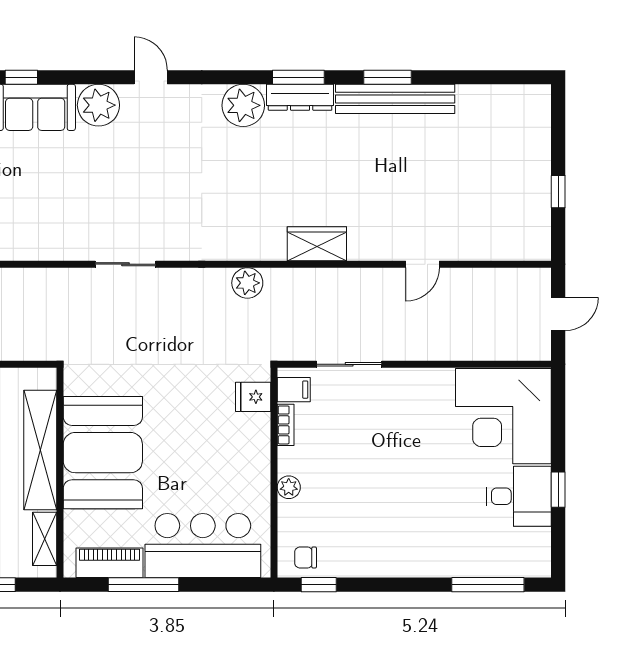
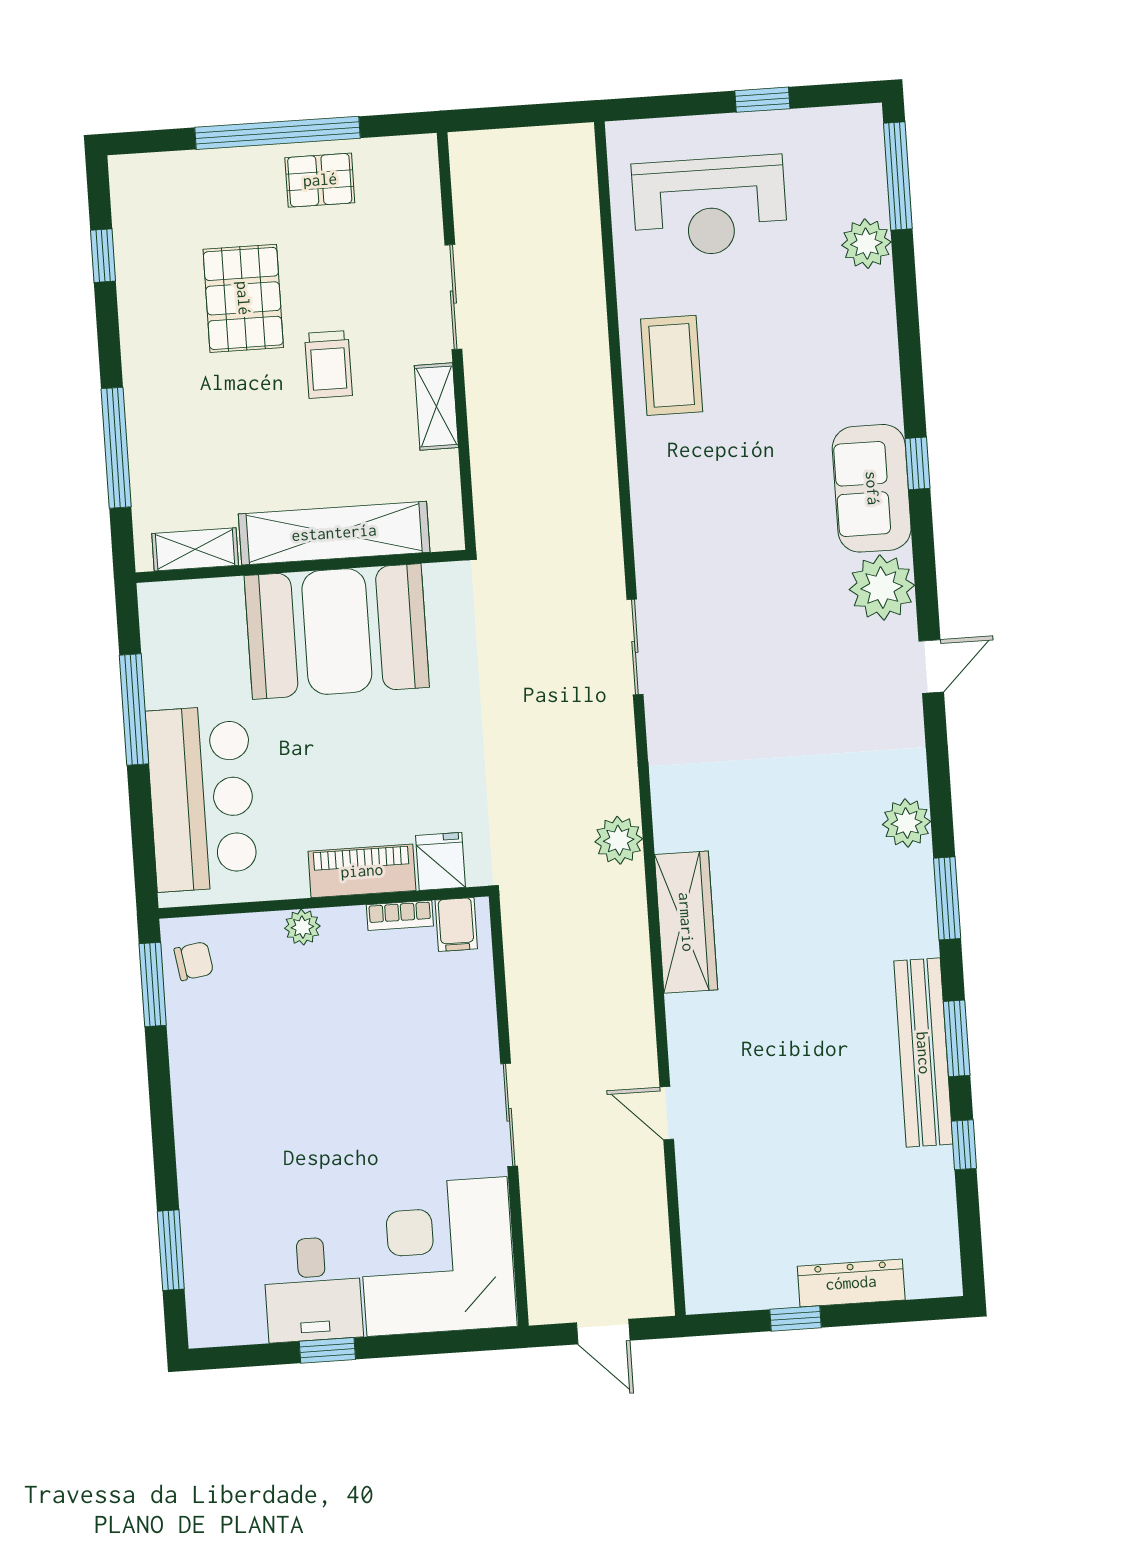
window: (455, 77) -> (964, 1145), added
dresser: (300, 97) -> (851, 1283), moved, turned 90
plant: (243, 105) -> (906, 823), width x0.73, depth x0.73
wardrobe: (317, 244) -> (686, 922), width x1.50
sliding door: (349, 364) -> (509, 1115), moved
chair: (306, 558) -> (194, 961), turned 81
piano: (109, 563) -> (362, 871), moved, turned -90
window: (319, 585) -> (153, 985), width x1.50
window: (488, 585) -> (171, 1250), width x0.69

